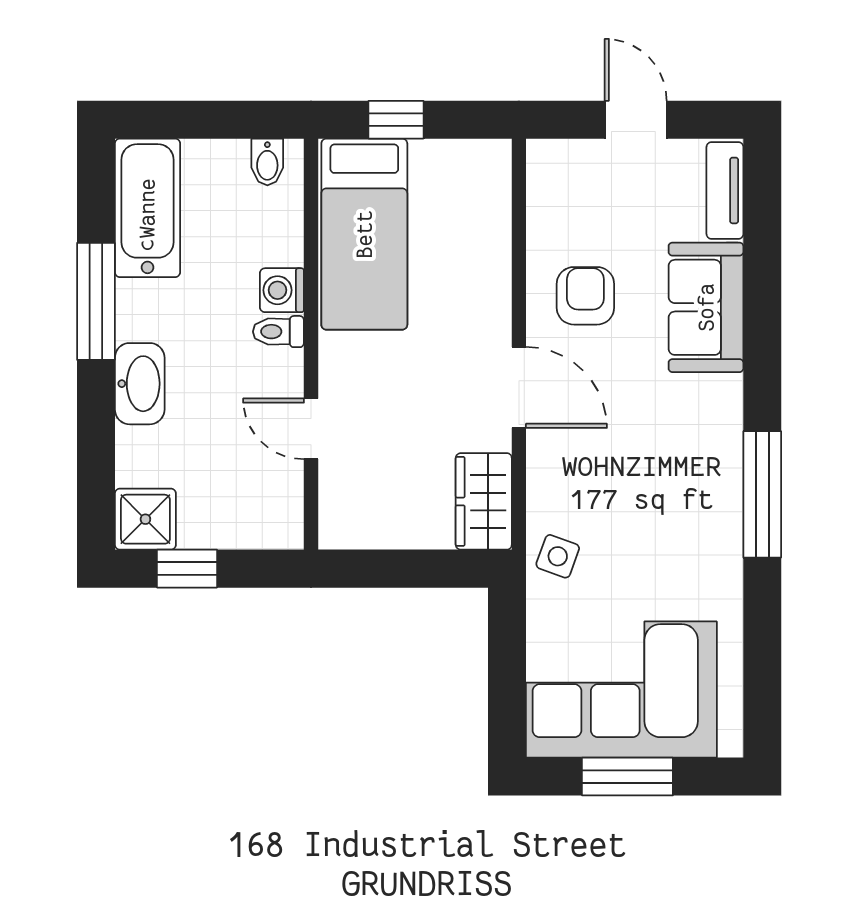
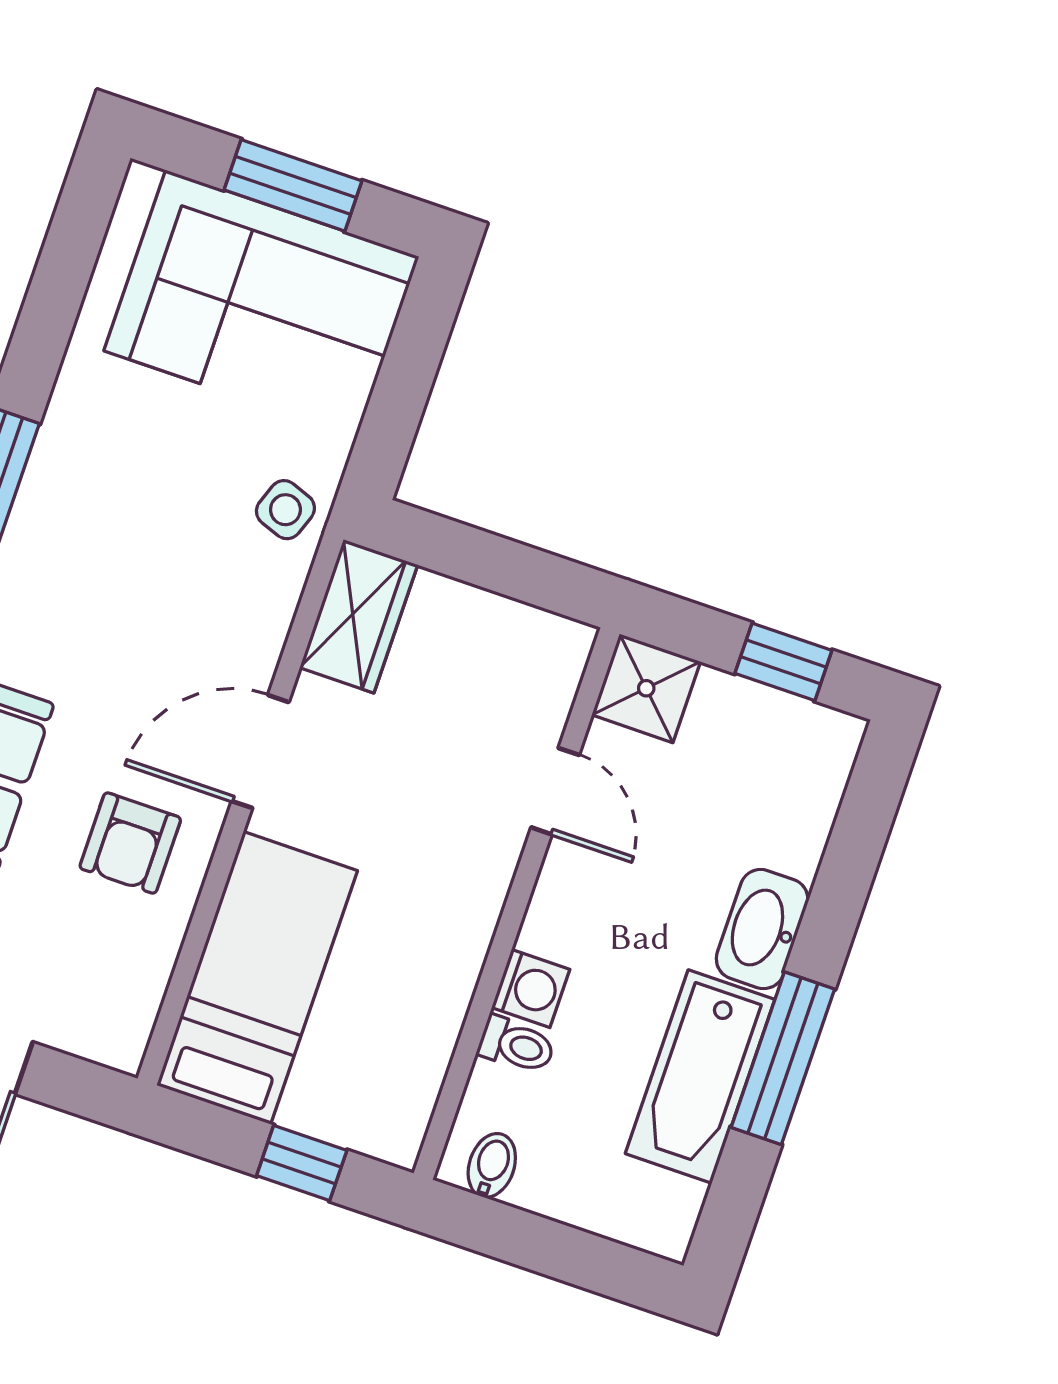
bathtub: (147, 208) -> (700, 1076), moved
bed: (364, 234) -> (257, 978), moved
toilet: (278, 332) -> (517, 1045), moved
door: (519, 387) -> (260, 752), hinge flipped
shower: (145, 519) -> (646, 688), moved

